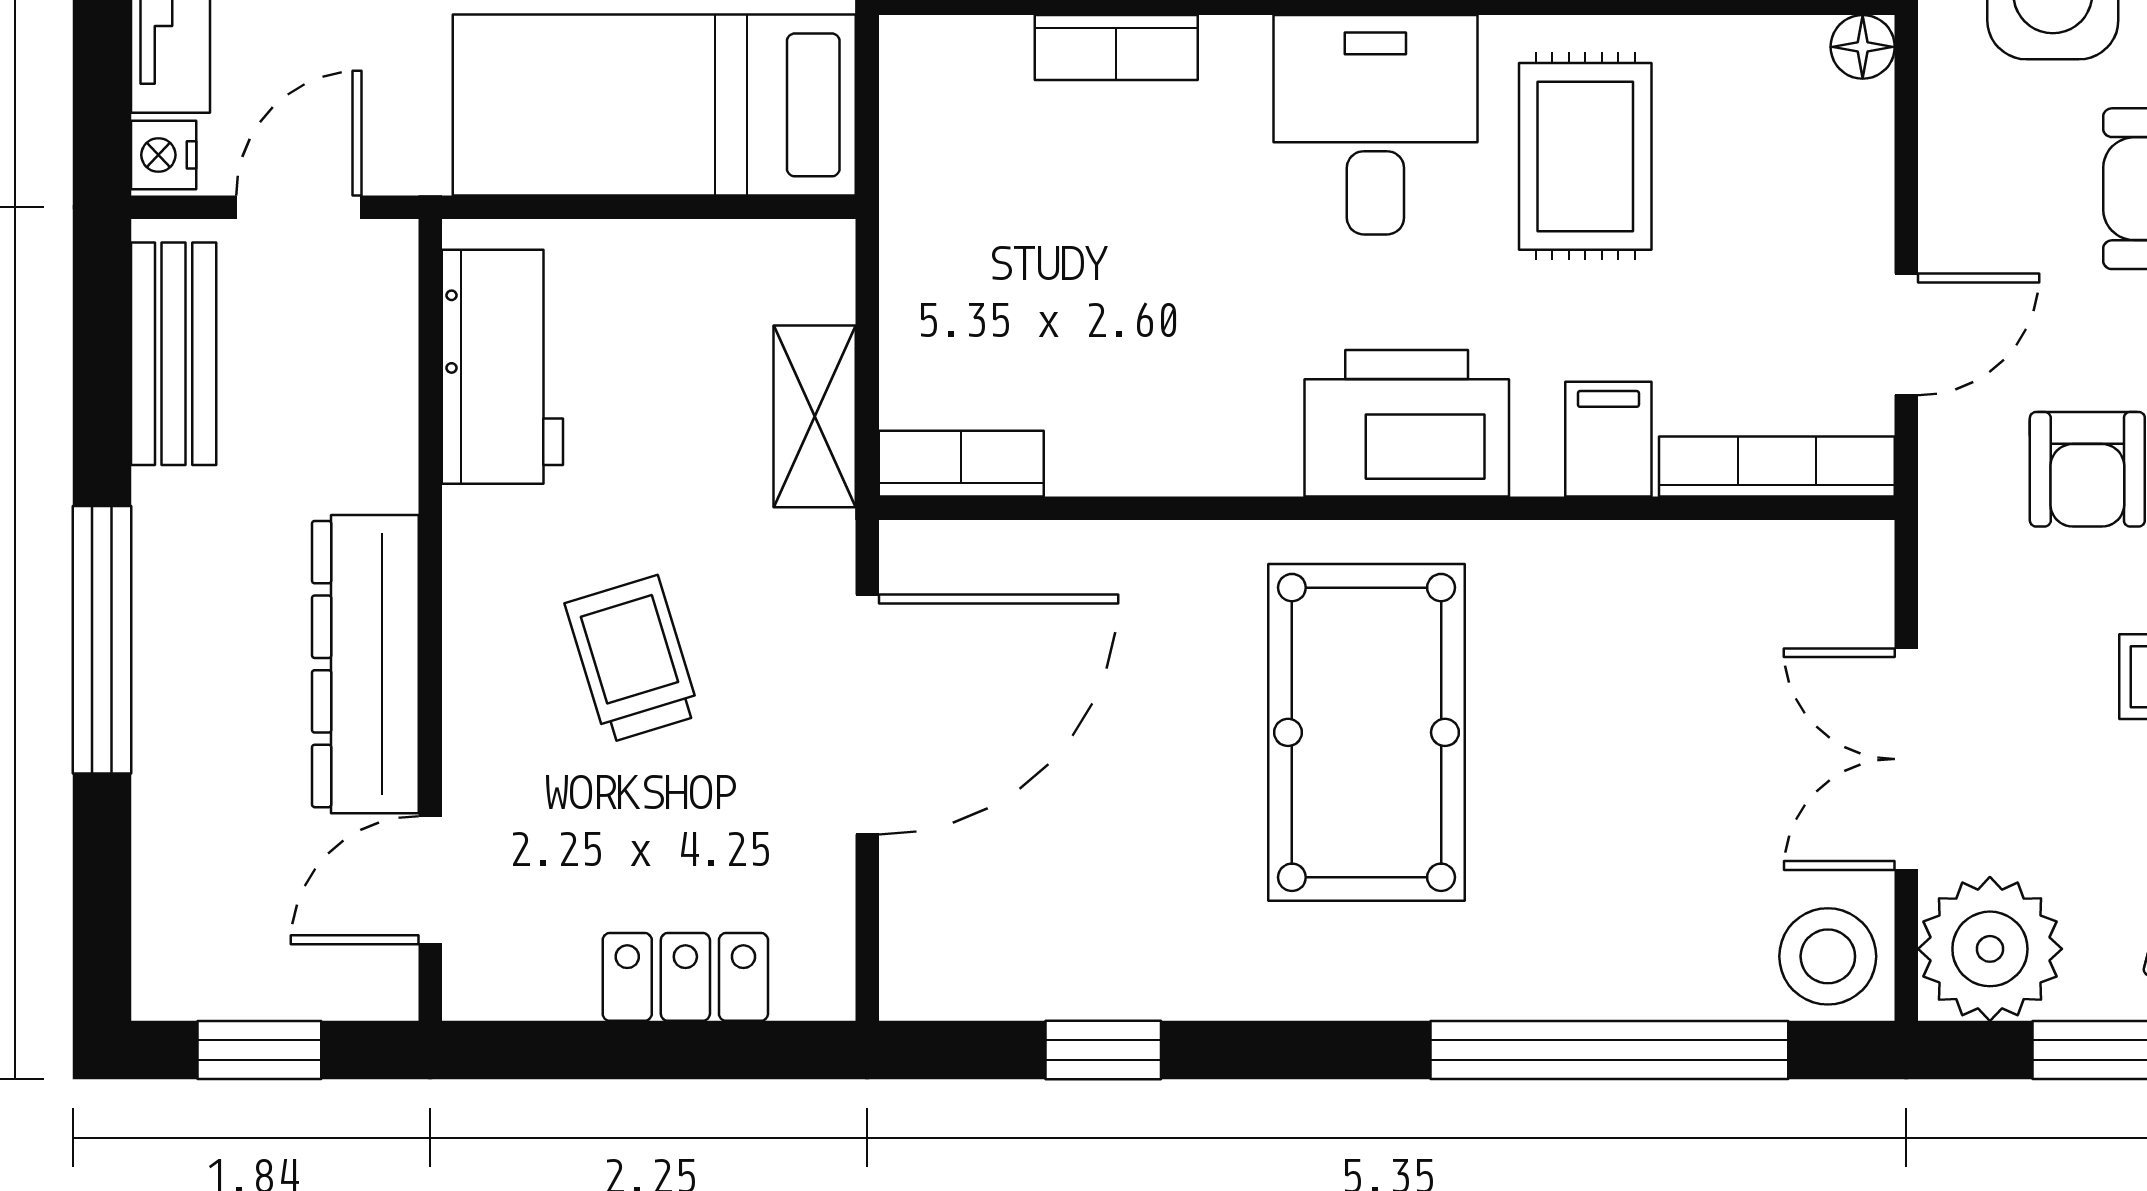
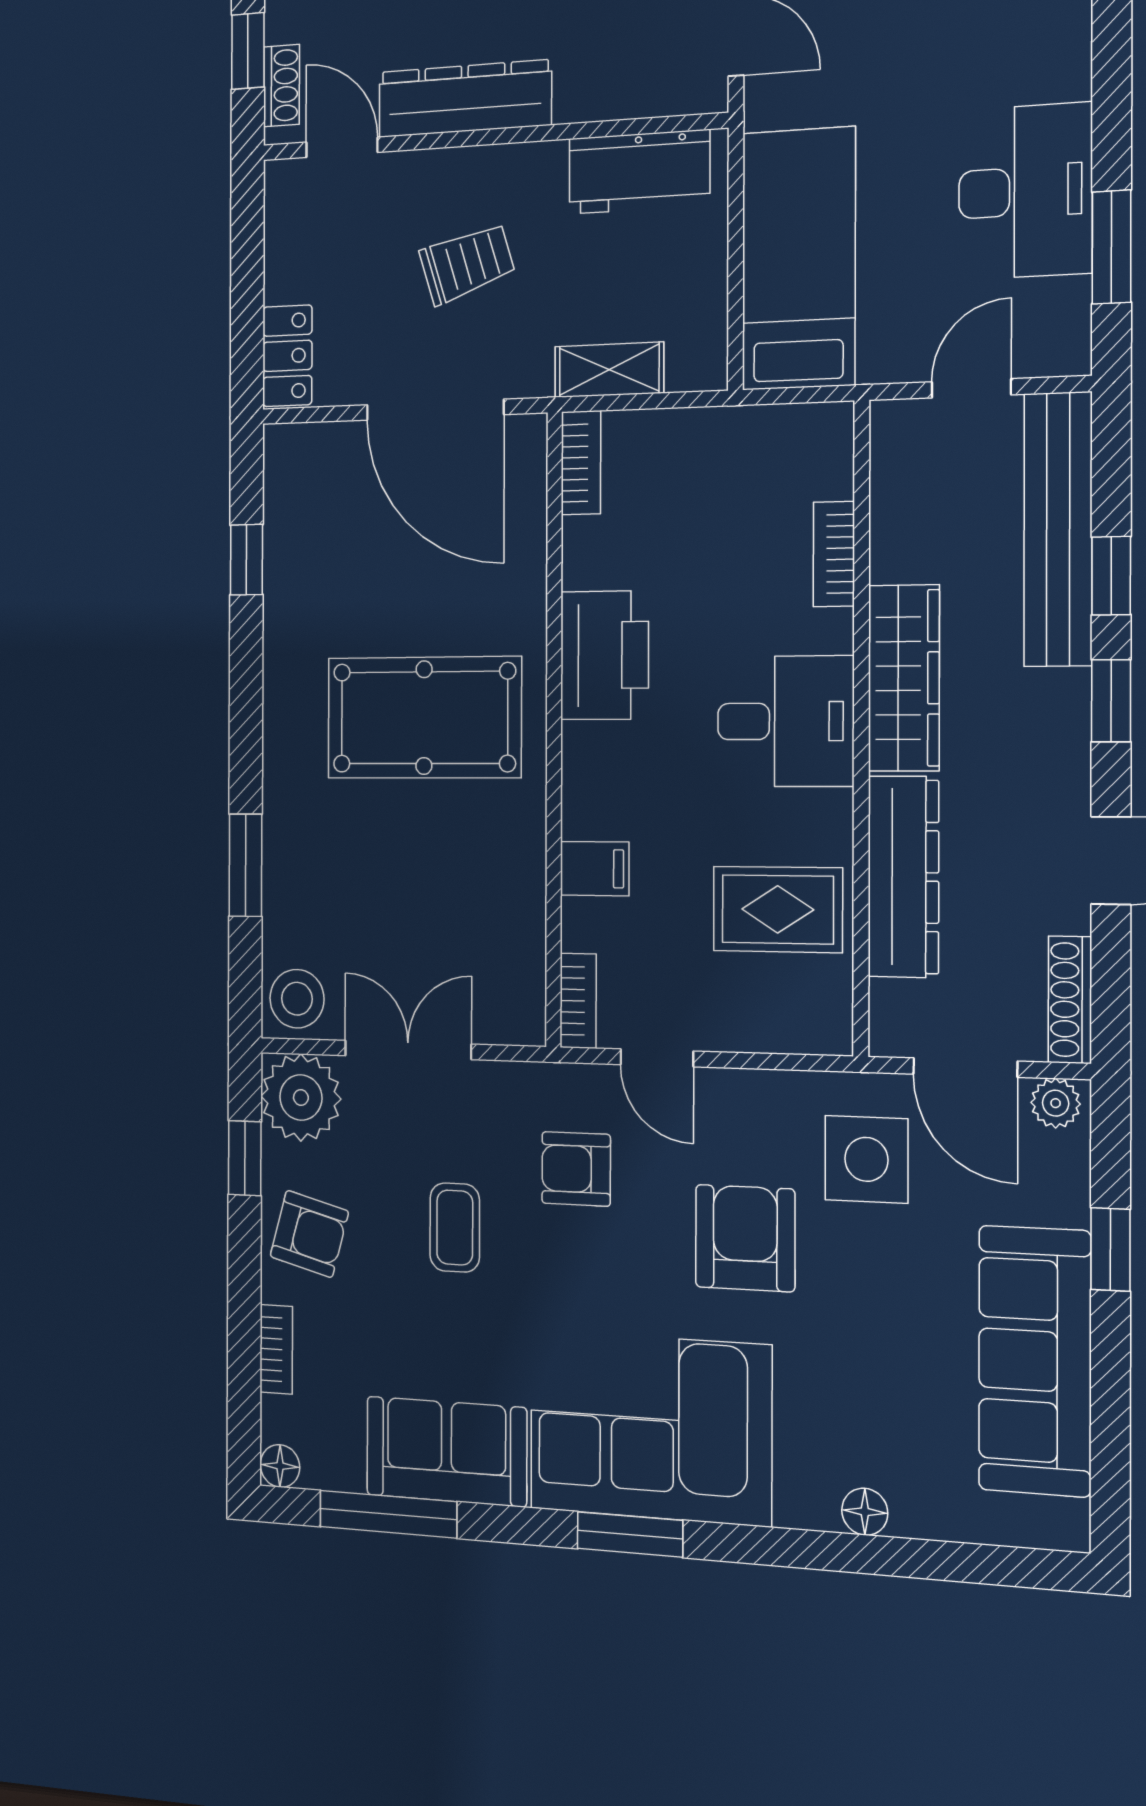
floor lamp: (1863, 47) -> (833, 1035), removed
rug: (1585, 156) -> (778, 909), moved
printer: (1407, 423) -> (605, 655), moved
bookcase: (1777, 466) -> (578, 1001), width x0.64
locker: (685, 977) -> (287, 356), moved
shoe rack: (321, 989) -> (282, 86), added
window: (1609, 1050) -> (246, 865), width x0.47

